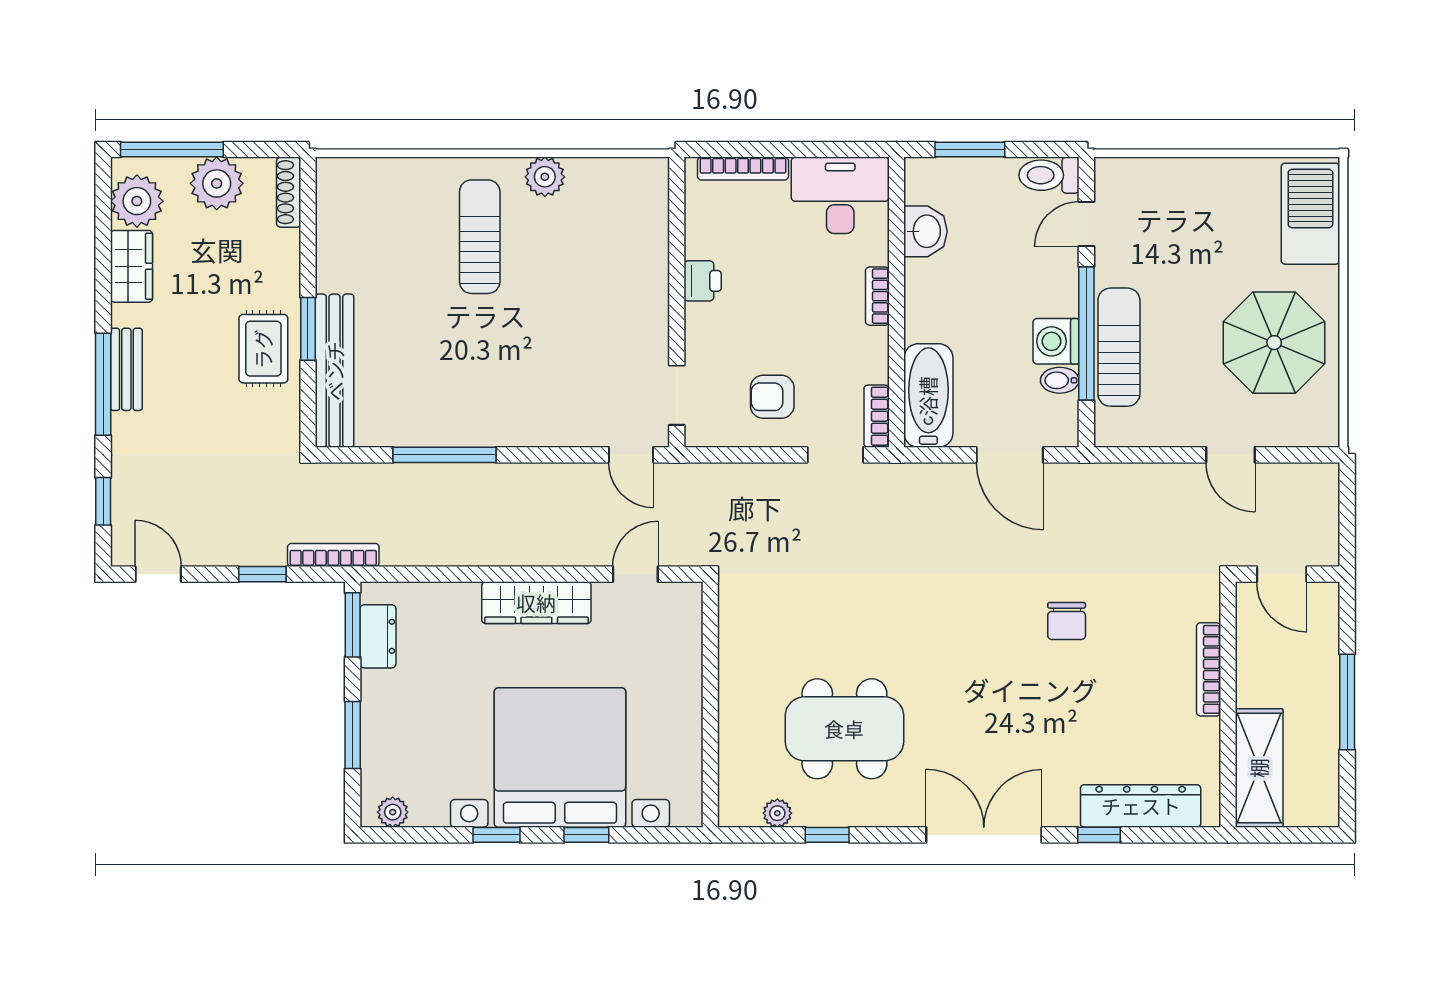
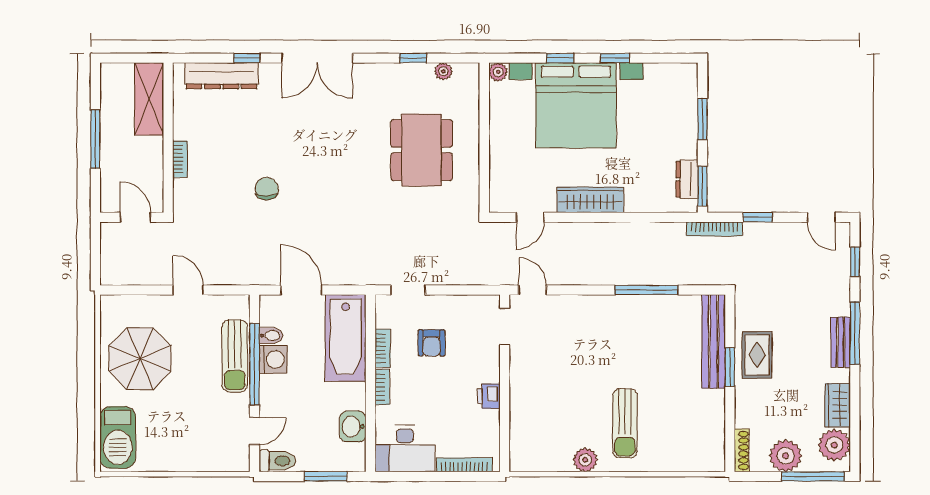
bathtub: (928, 396) -> (346, 338), width x1.36, depth x1.36
armchair: (772, 397) -> (432, 343), moved, turned 90
bookcase: (877, 416) -> (383, 348), moved
door: (1230, 455) -> (188, 290), moved
bookcase: (1209, 669) -> (180, 159), width x0.64
dining table: (844, 729) -> (422, 150), moved, turned 90
plant: (393, 812) -> (498, 72), moved

